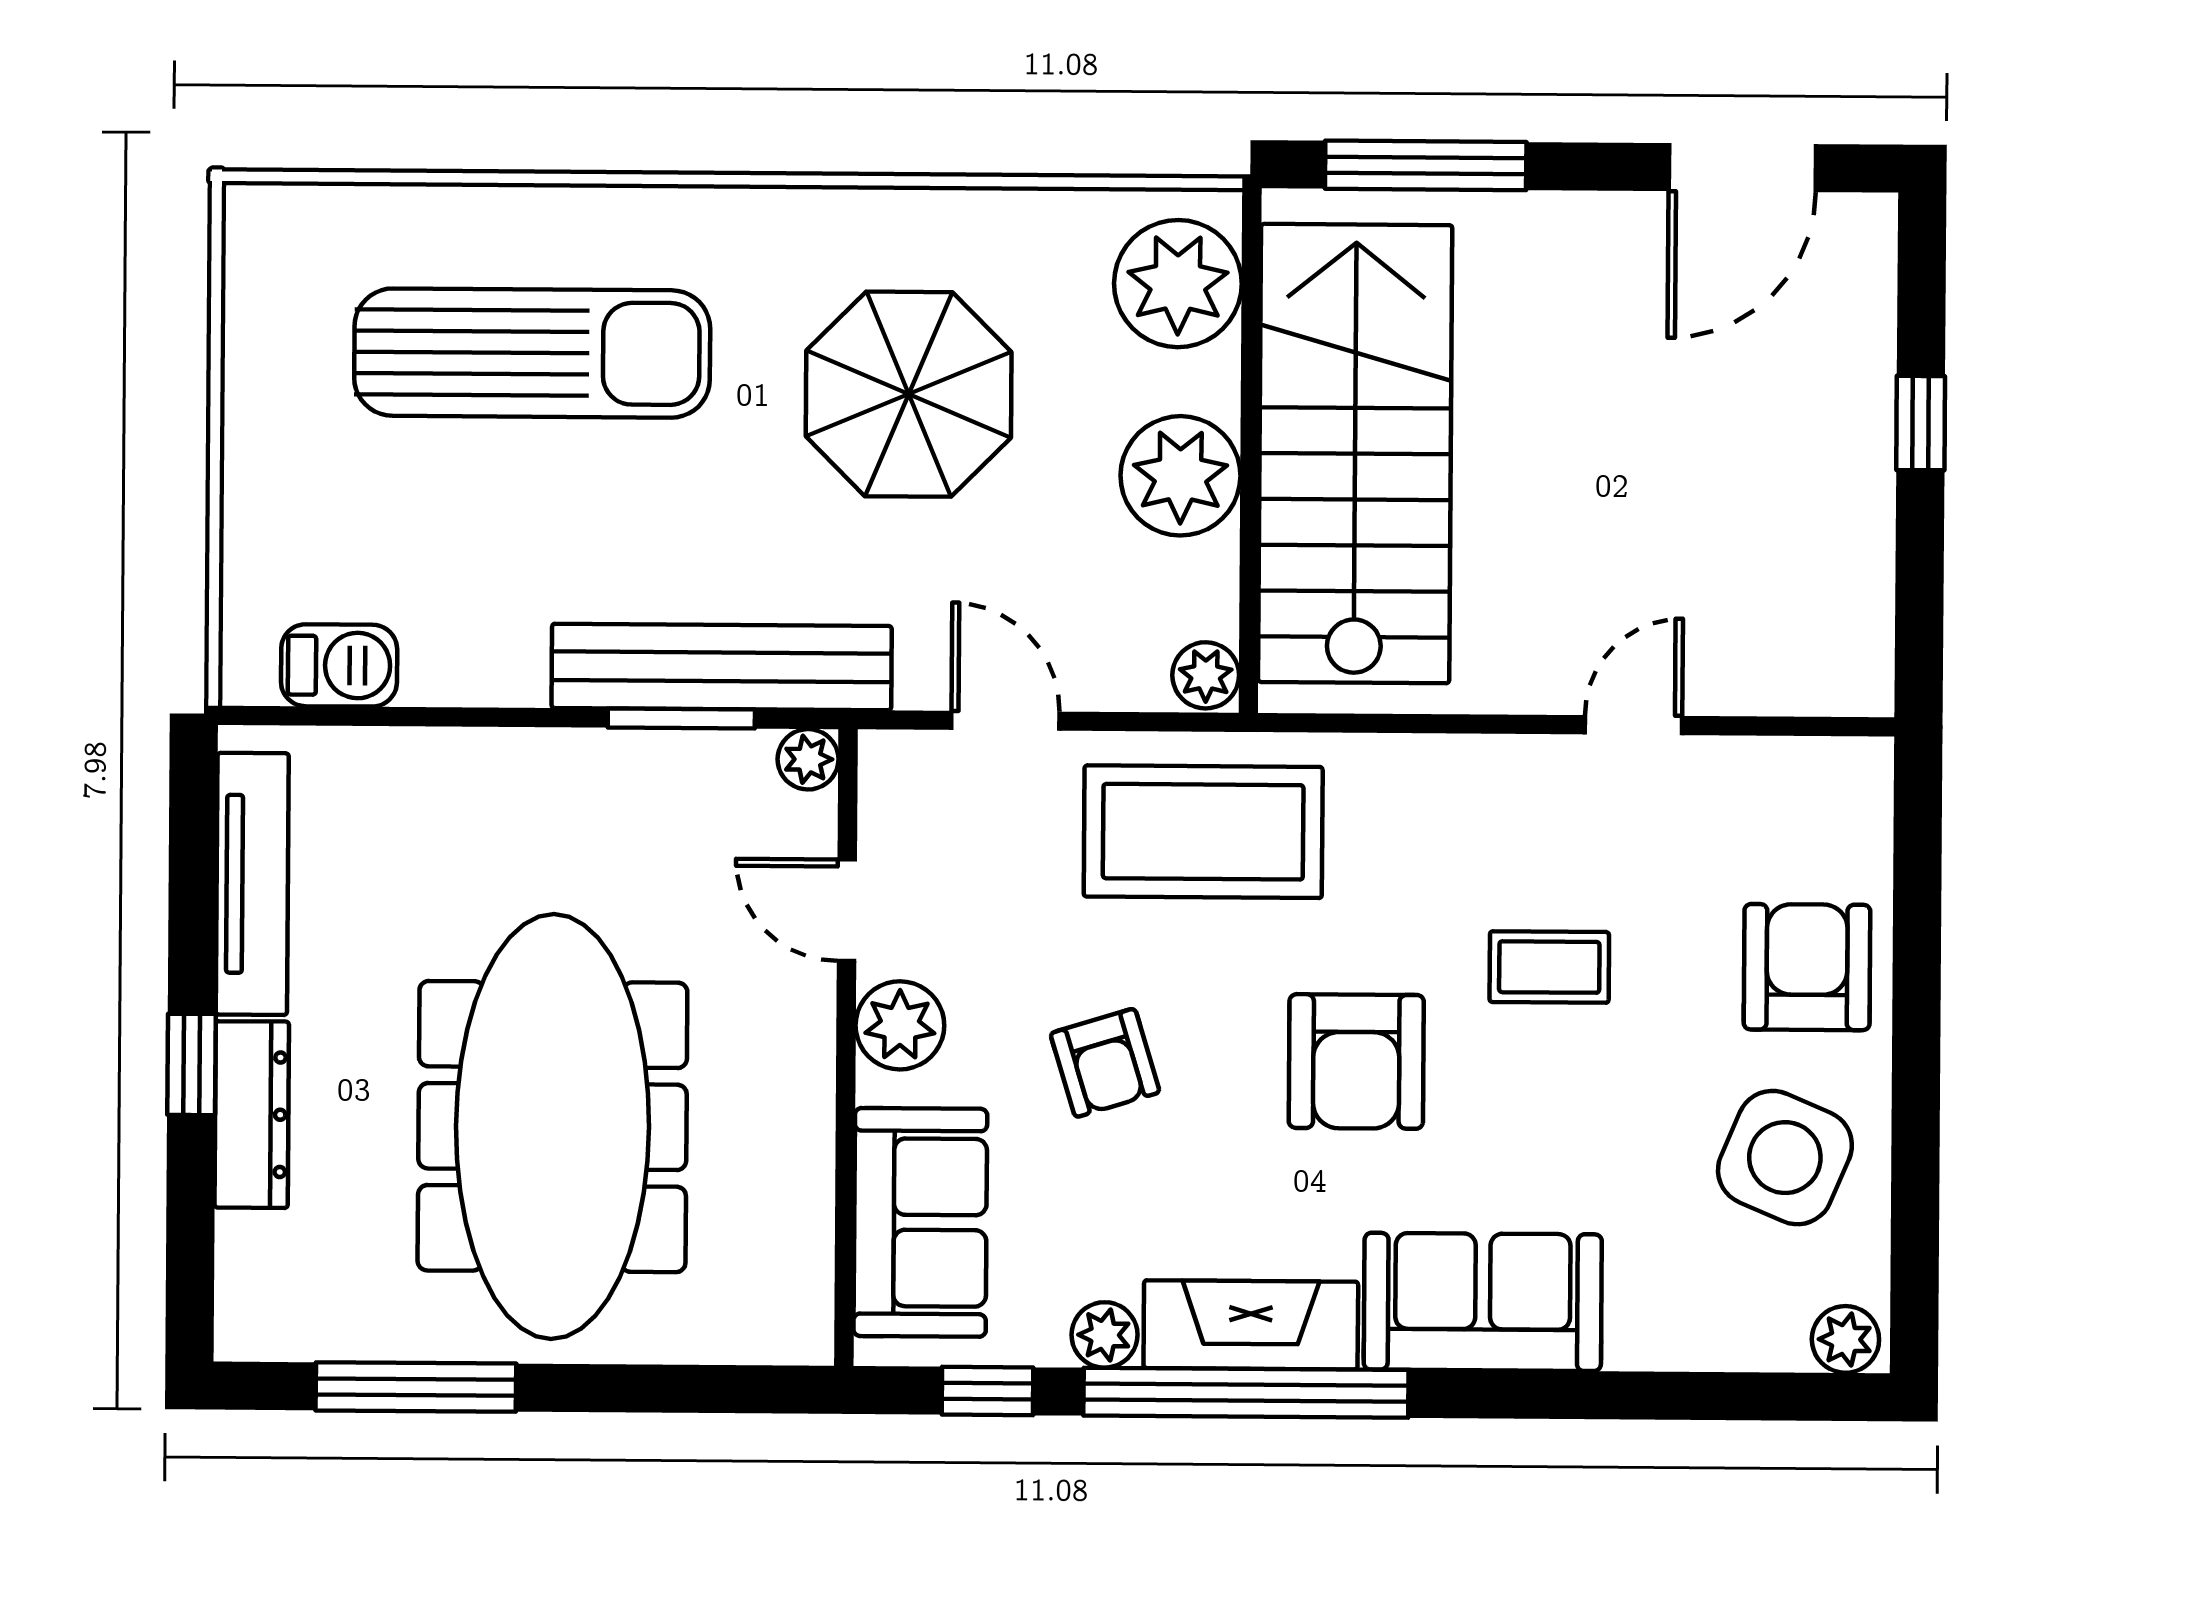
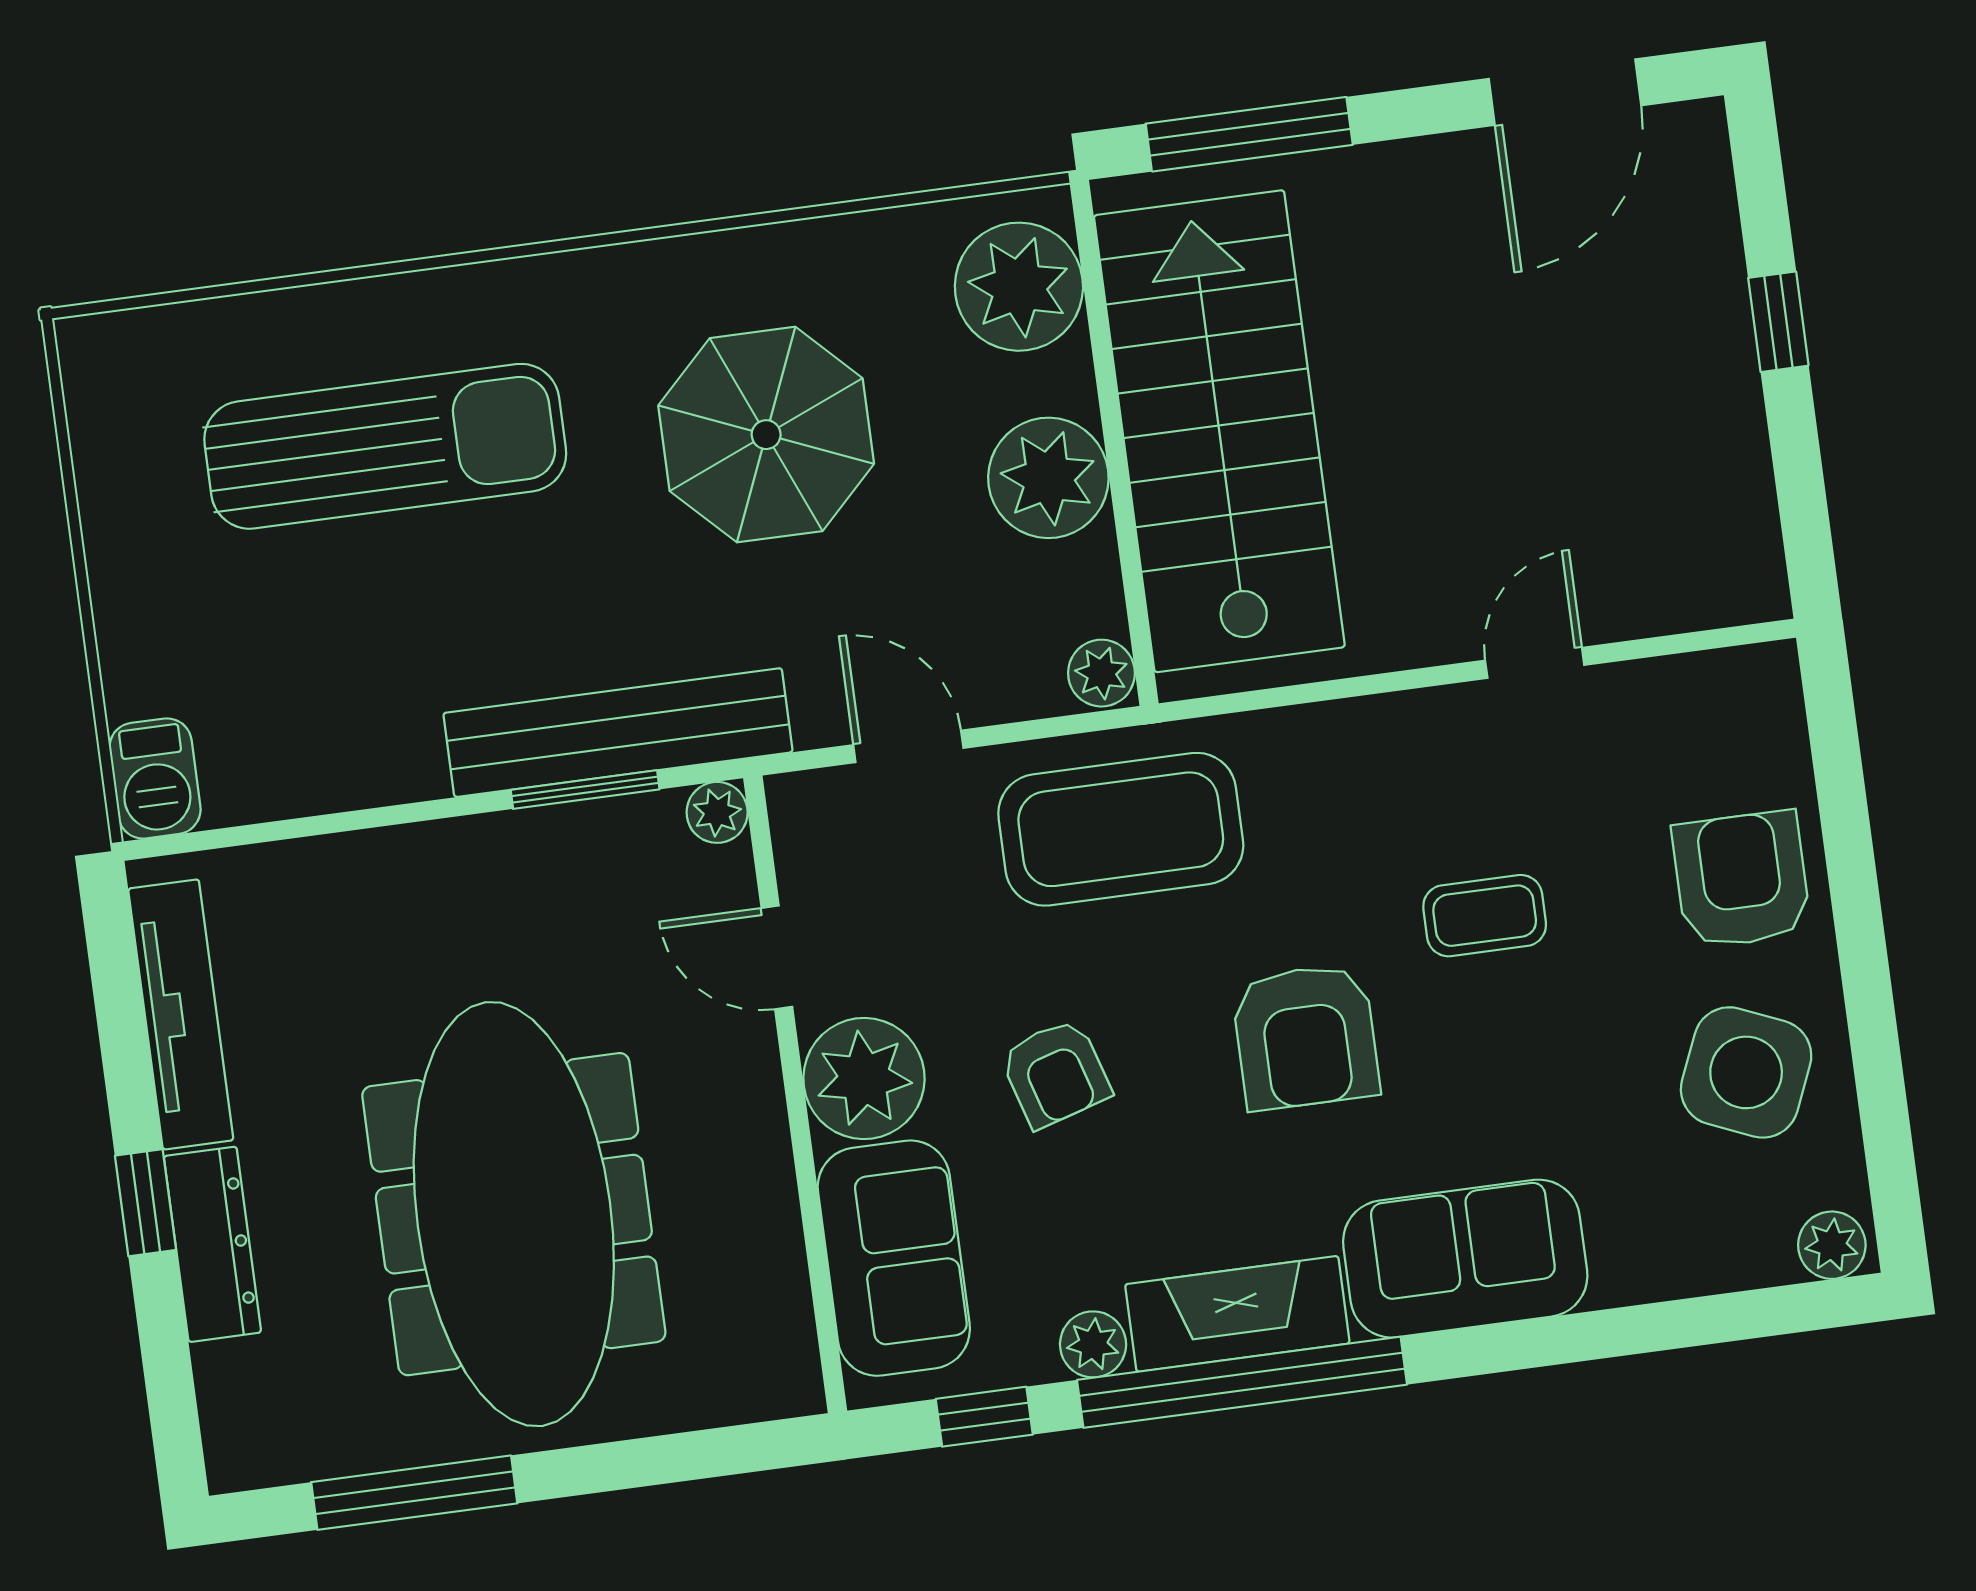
barbecue: (339, 665) -> (155, 778), moved, turned 90
plant: (900, 1025) -> (864, 1079), width x1.36, depth x1.36

